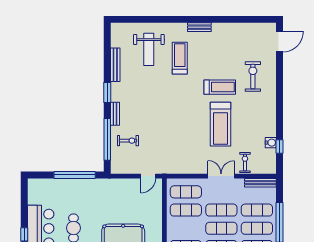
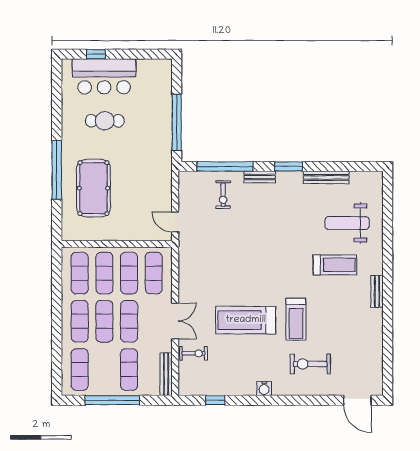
exercise bike: (253, 76) -> (310, 364), turned 180
water cooler: (271, 143) -> (264, 388), moved
exercise mat: (257, 228) -> (104, 273), moved

